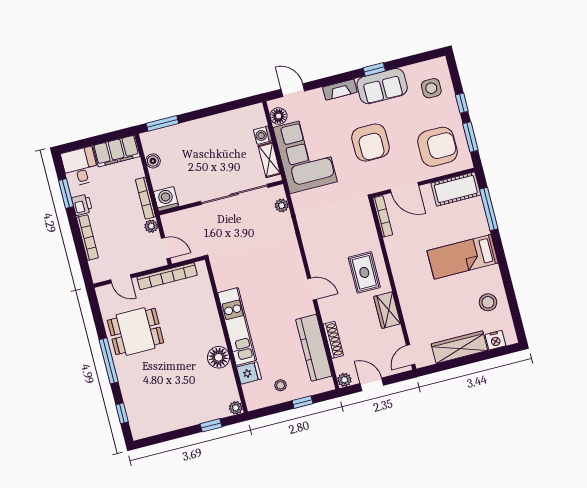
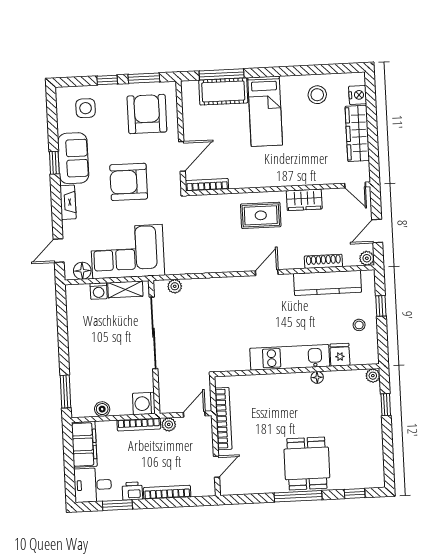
armchair: (370, 143) -> (129, 182), turned 180
cot: (456, 189) -> (223, 91), moved, turned 90
dining table: (136, 331) -> (307, 463), moved
floor lamp: (219, 357) -> (317, 377), width x0.53, depth x0.53

